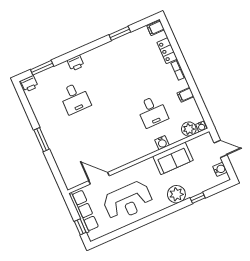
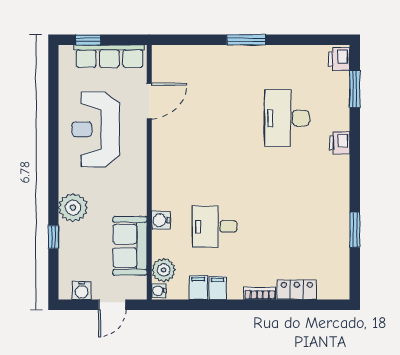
filing cabinet: (156, 28) -> (198, 288), moved
desk: (75, 98) -> (287, 118), width x1.37
sofa: (173, 158) -> (130, 246), moved

